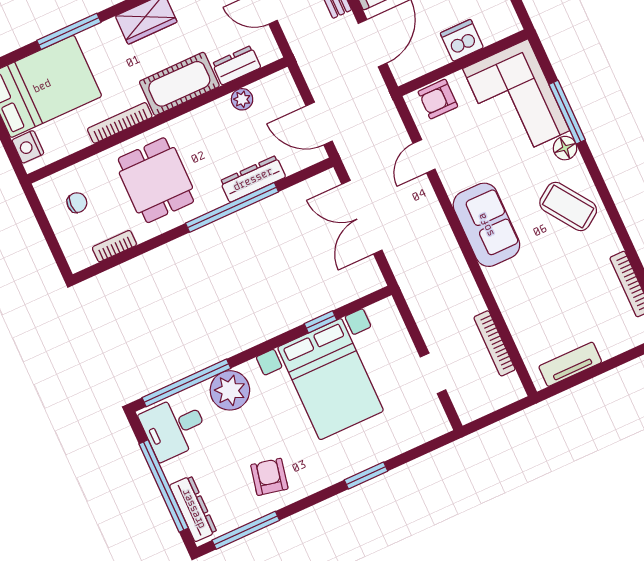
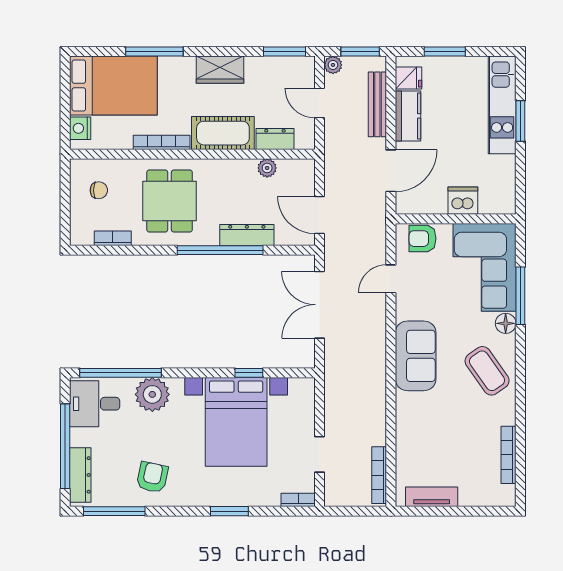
bookcase: (495, 343) -> (379, 475), moved
bookcase: (432, 431) -> (298, 500), added

